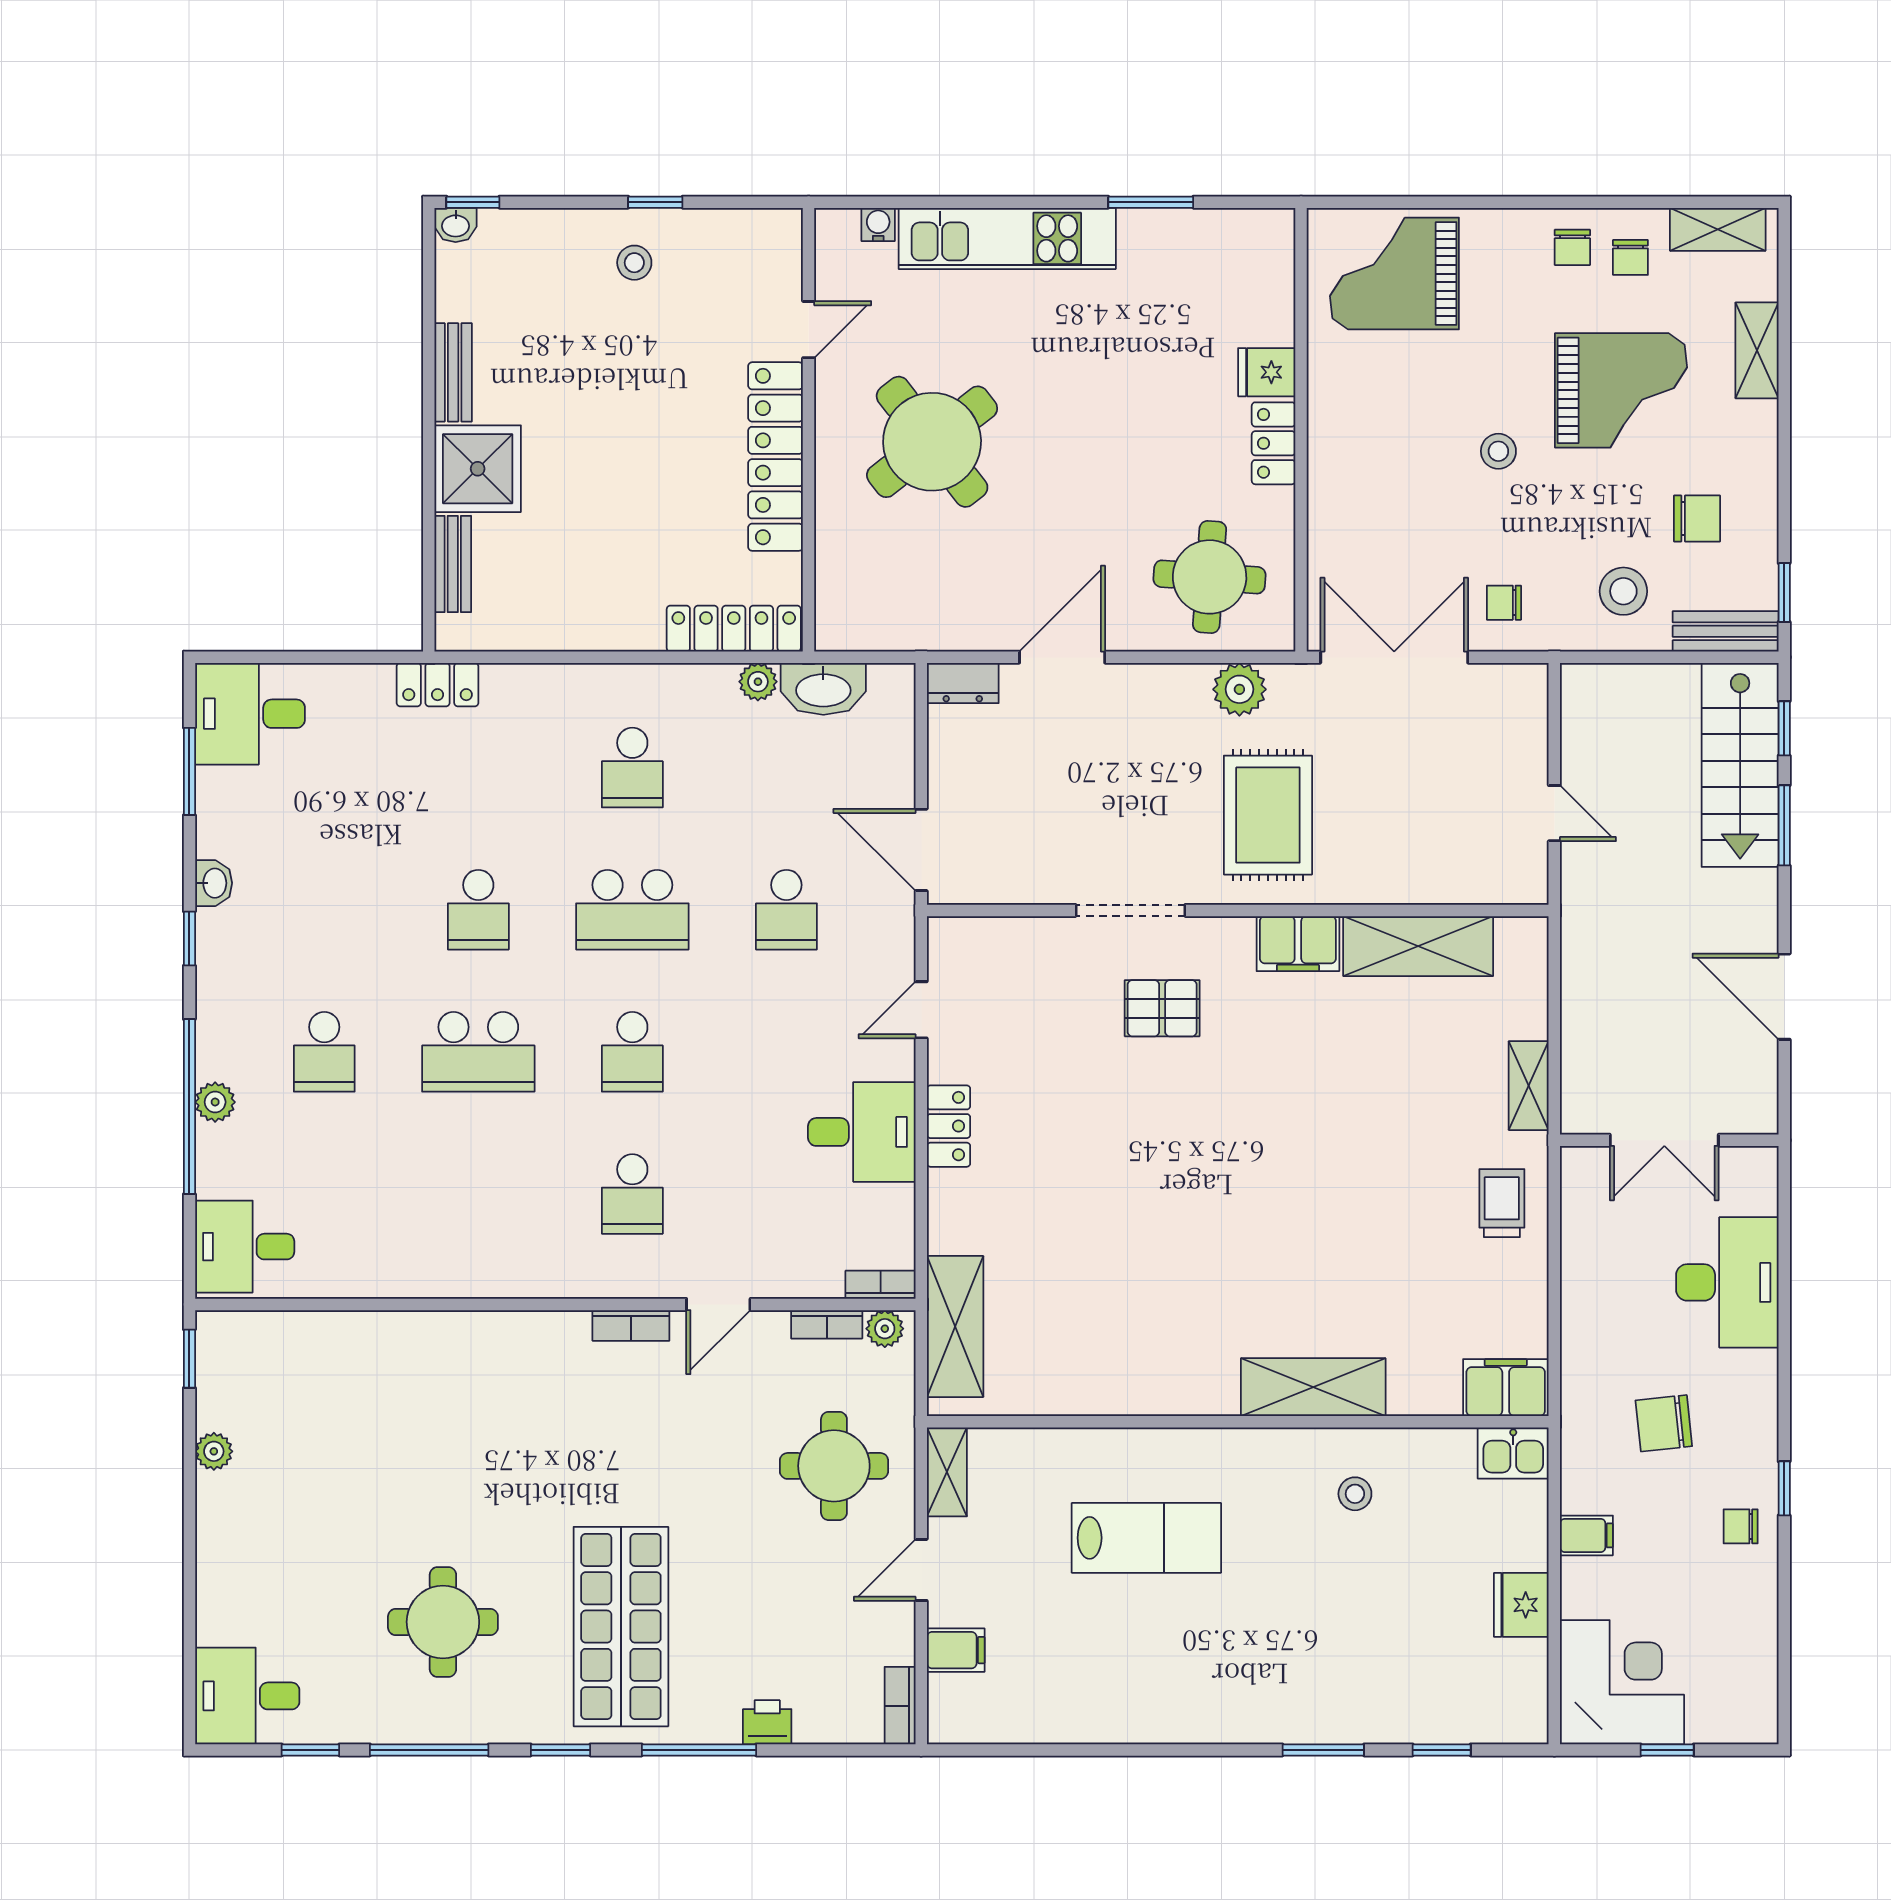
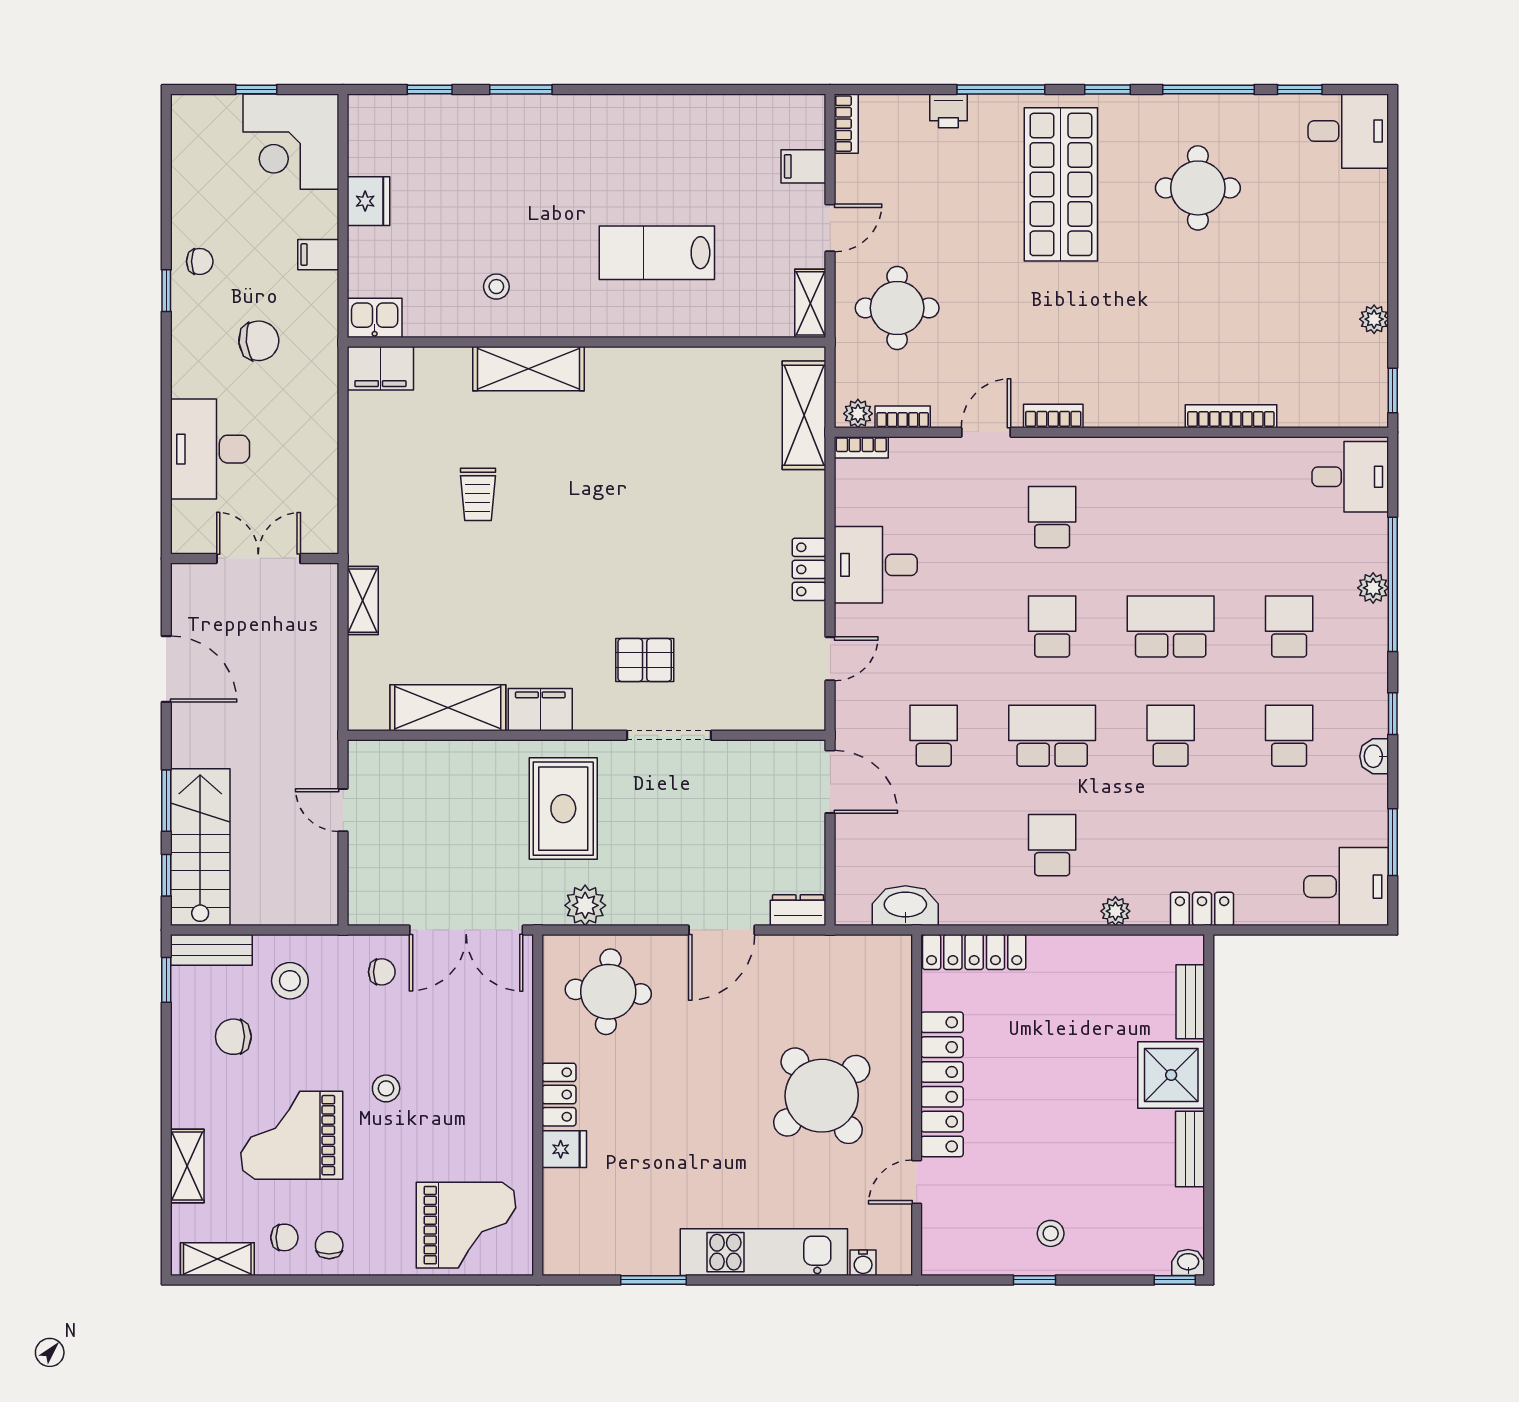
chair: (1630, 257) -> (284, 1237), turned 90
plant: (758, 682) -> (1115, 911), moved
school desk: (324, 910) -> (1289, 736), added
trolley: (1502, 1203) -> (478, 494), moved
bookcase: (400, 1325) -> (1231, 416), added

